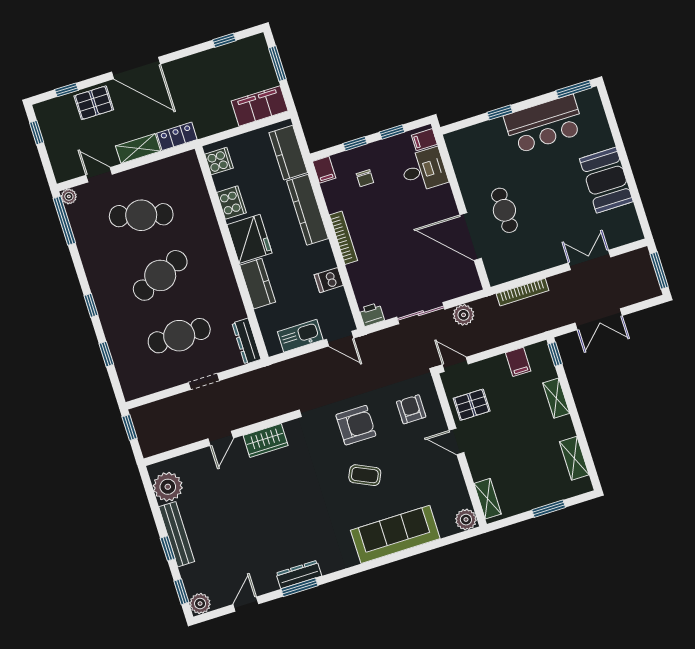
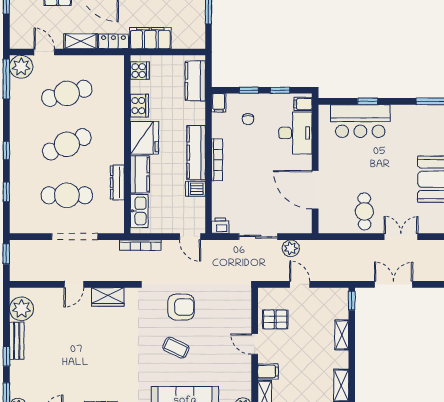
filing cabinet: (260, 106) -> (150, 38), moved
bar counter: (544, 124) -> (360, 121), moved
desk: (424, 170) -> (295, 133), width x1.37
plant: (69, 196) -> (21, 67), width x1.87, depth x1.87
kitchen counter: (308, 210) -> (196, 153), moved
cafe table: (504, 210) -> (364, 211), moved
cafe table: (141, 215) -> (67, 93), turned -30
bookcase: (523, 292) -> (140, 245), moved
double door: (599, 319) -> (394, 284), swing flipped
kitchen sink: (300, 336) -> (139, 211), moved, turned 90
dresser: (246, 341) -> (117, 182), moved
filing cabinet: (518, 362) -> (268, 372), moved, turned -90
door: (455, 364) -> (300, 284), moved
doorway: (204, 382) -> (75, 237), width x1.88
armchair: (411, 409) -> (227, 308), removed
bench: (177, 534) -> (17, 341), width x0.73

